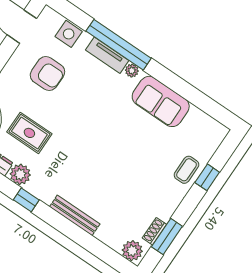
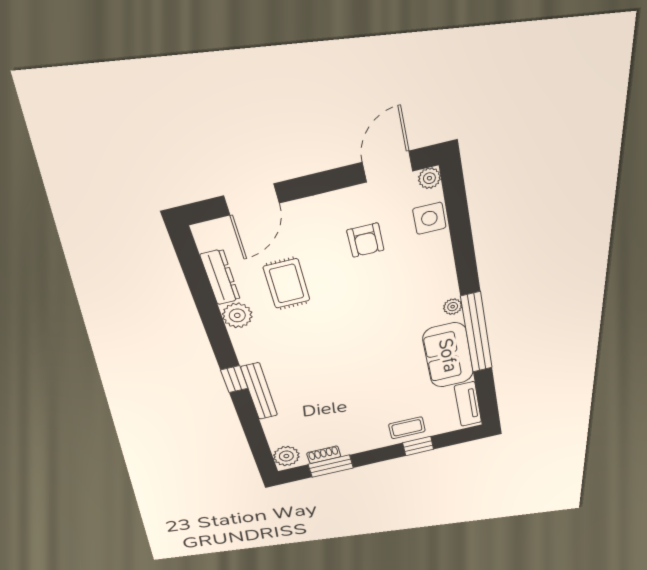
plant: (48, 14) -> (429, 178), added
window: (119, 45) -> (477, 333), moved
tv unit: (107, 55) -> (468, 404), moved
armchair: (47, 73) -> (365, 240), width x0.72, depth x0.72
window: (26, 200) -> (234, 379), moved

